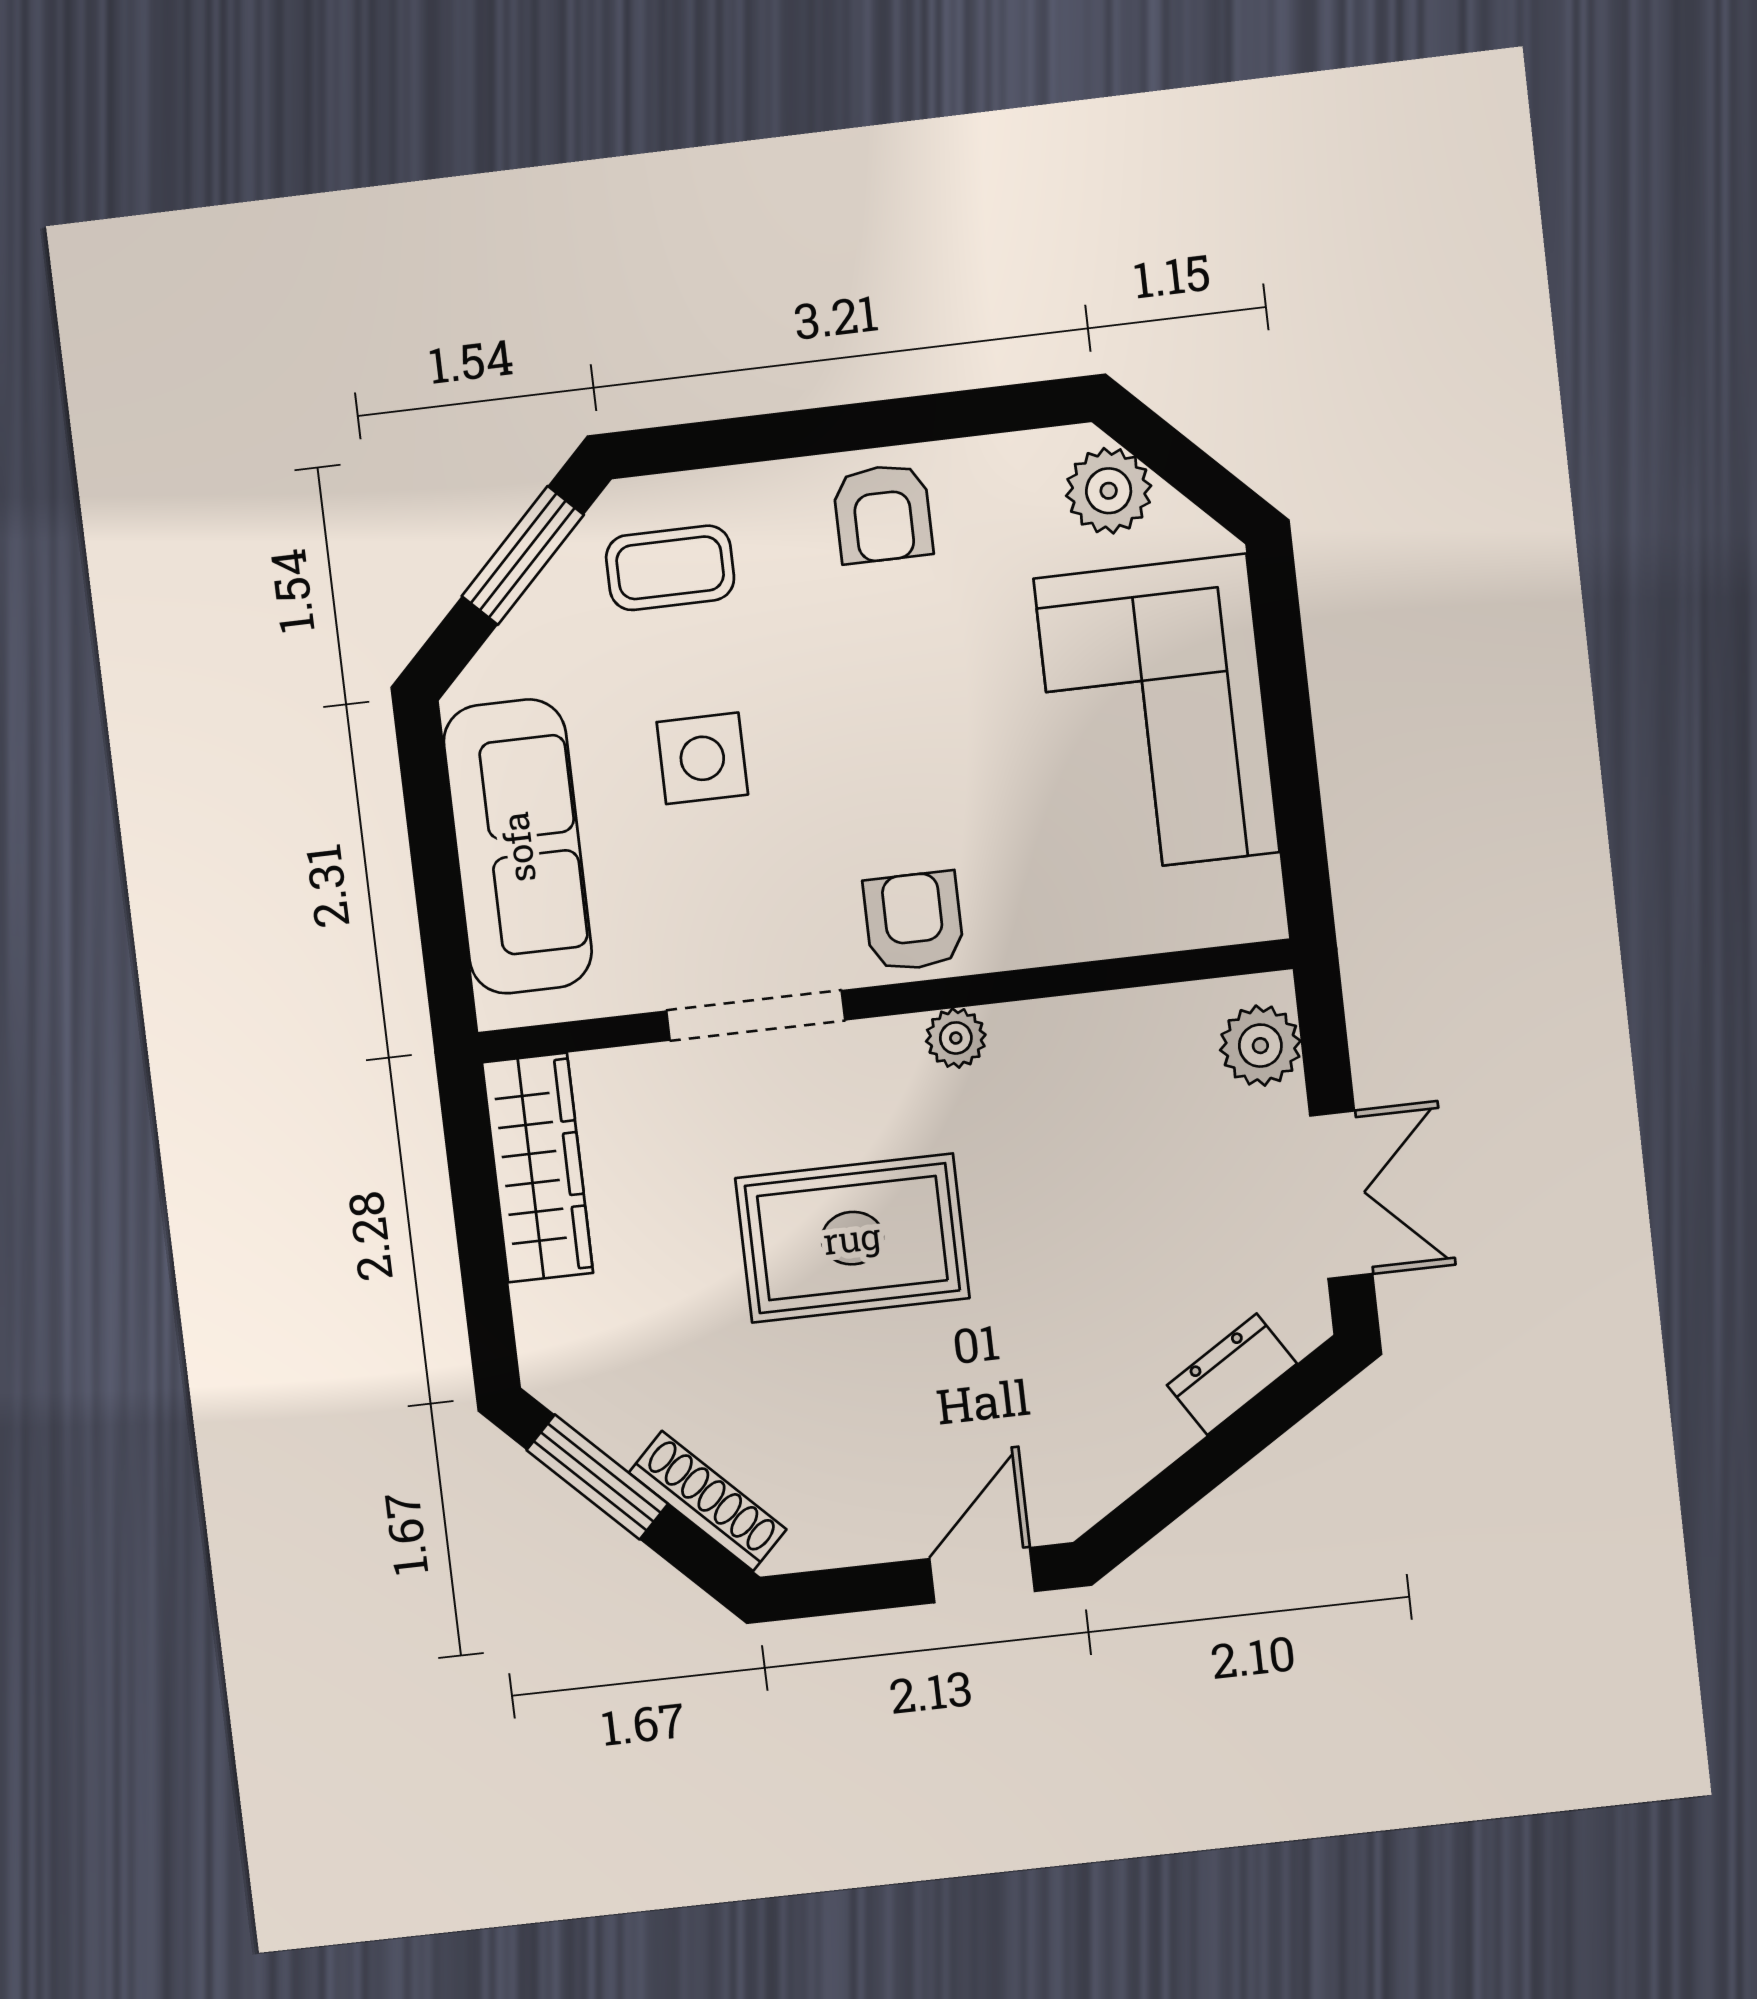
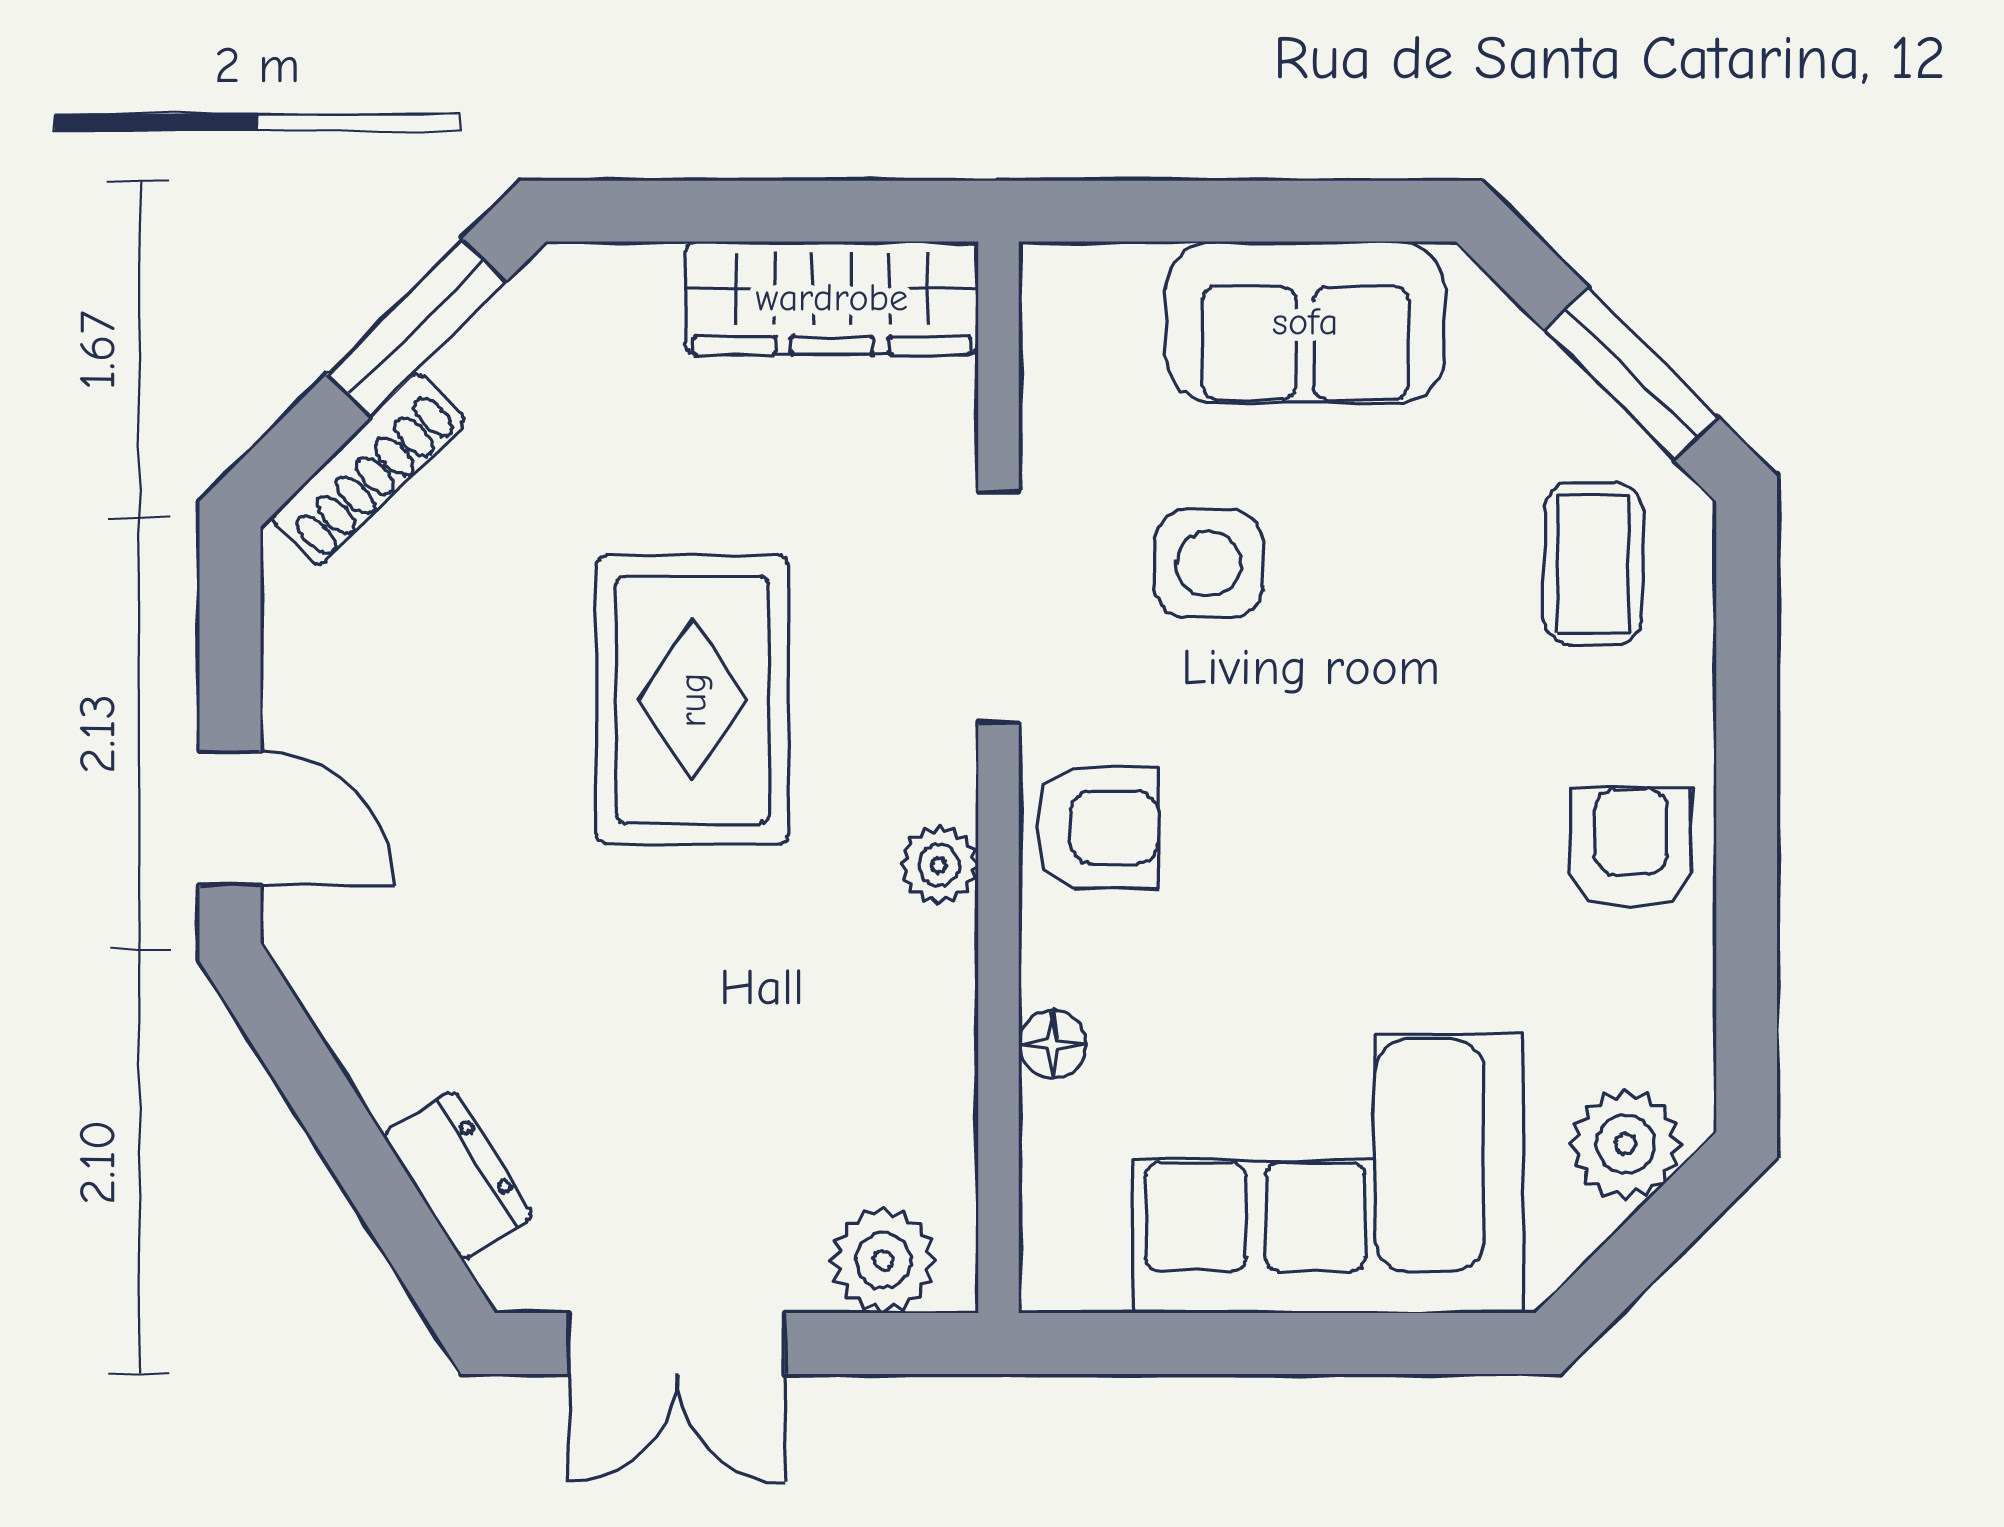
armchair: (883, 513) -> (1631, 848), turned 90
side table: (702, 758) -> (1209, 564), moved
sofa: (518, 847) -> (1305, 322), width x0.73
floor lamp: (1082, 936) -> (1053, 1044), added

